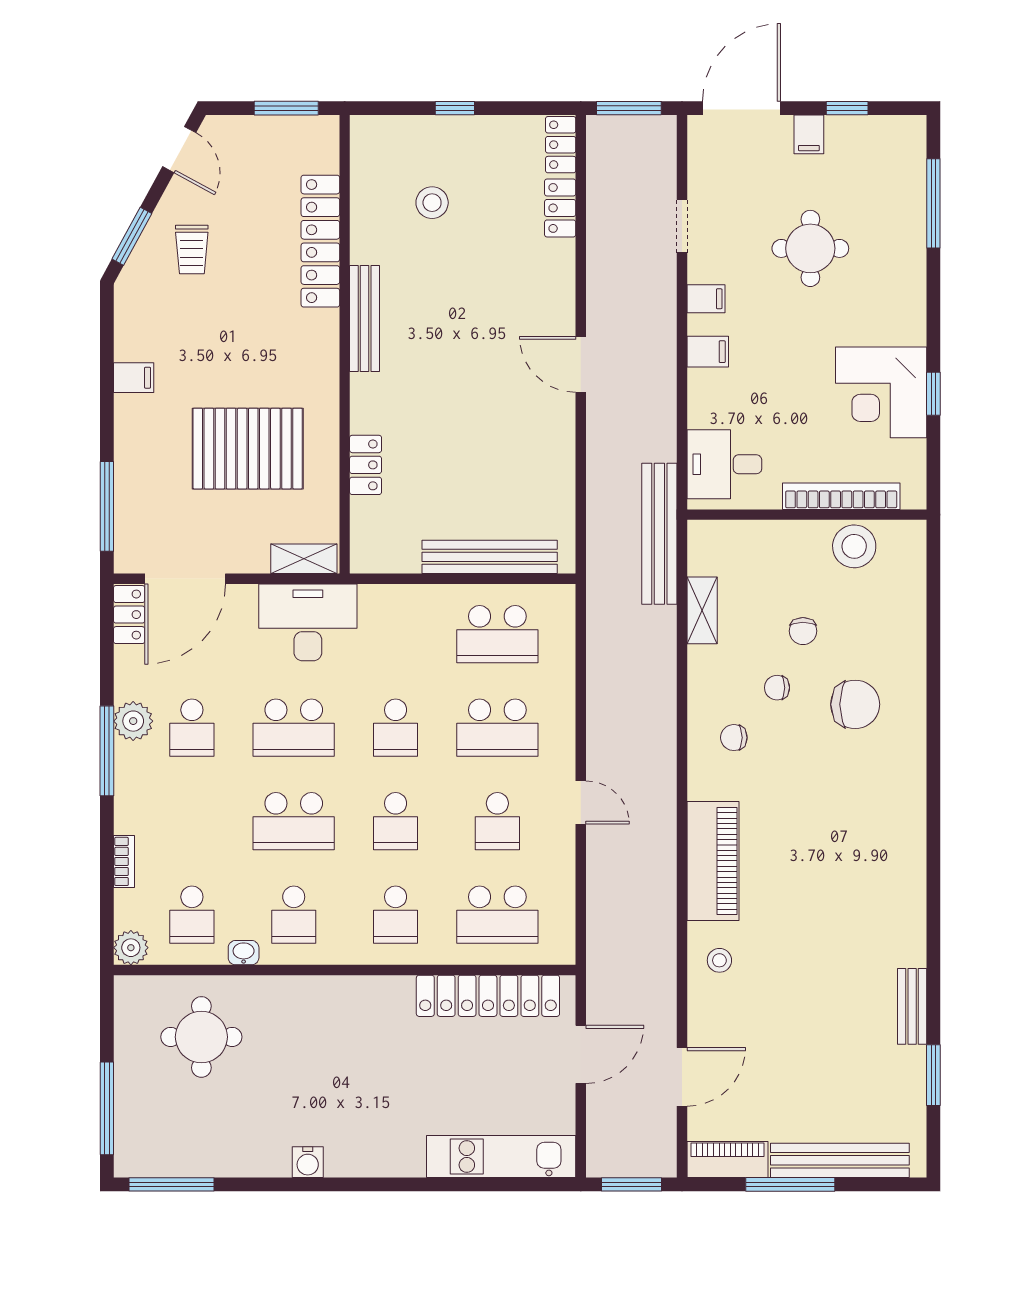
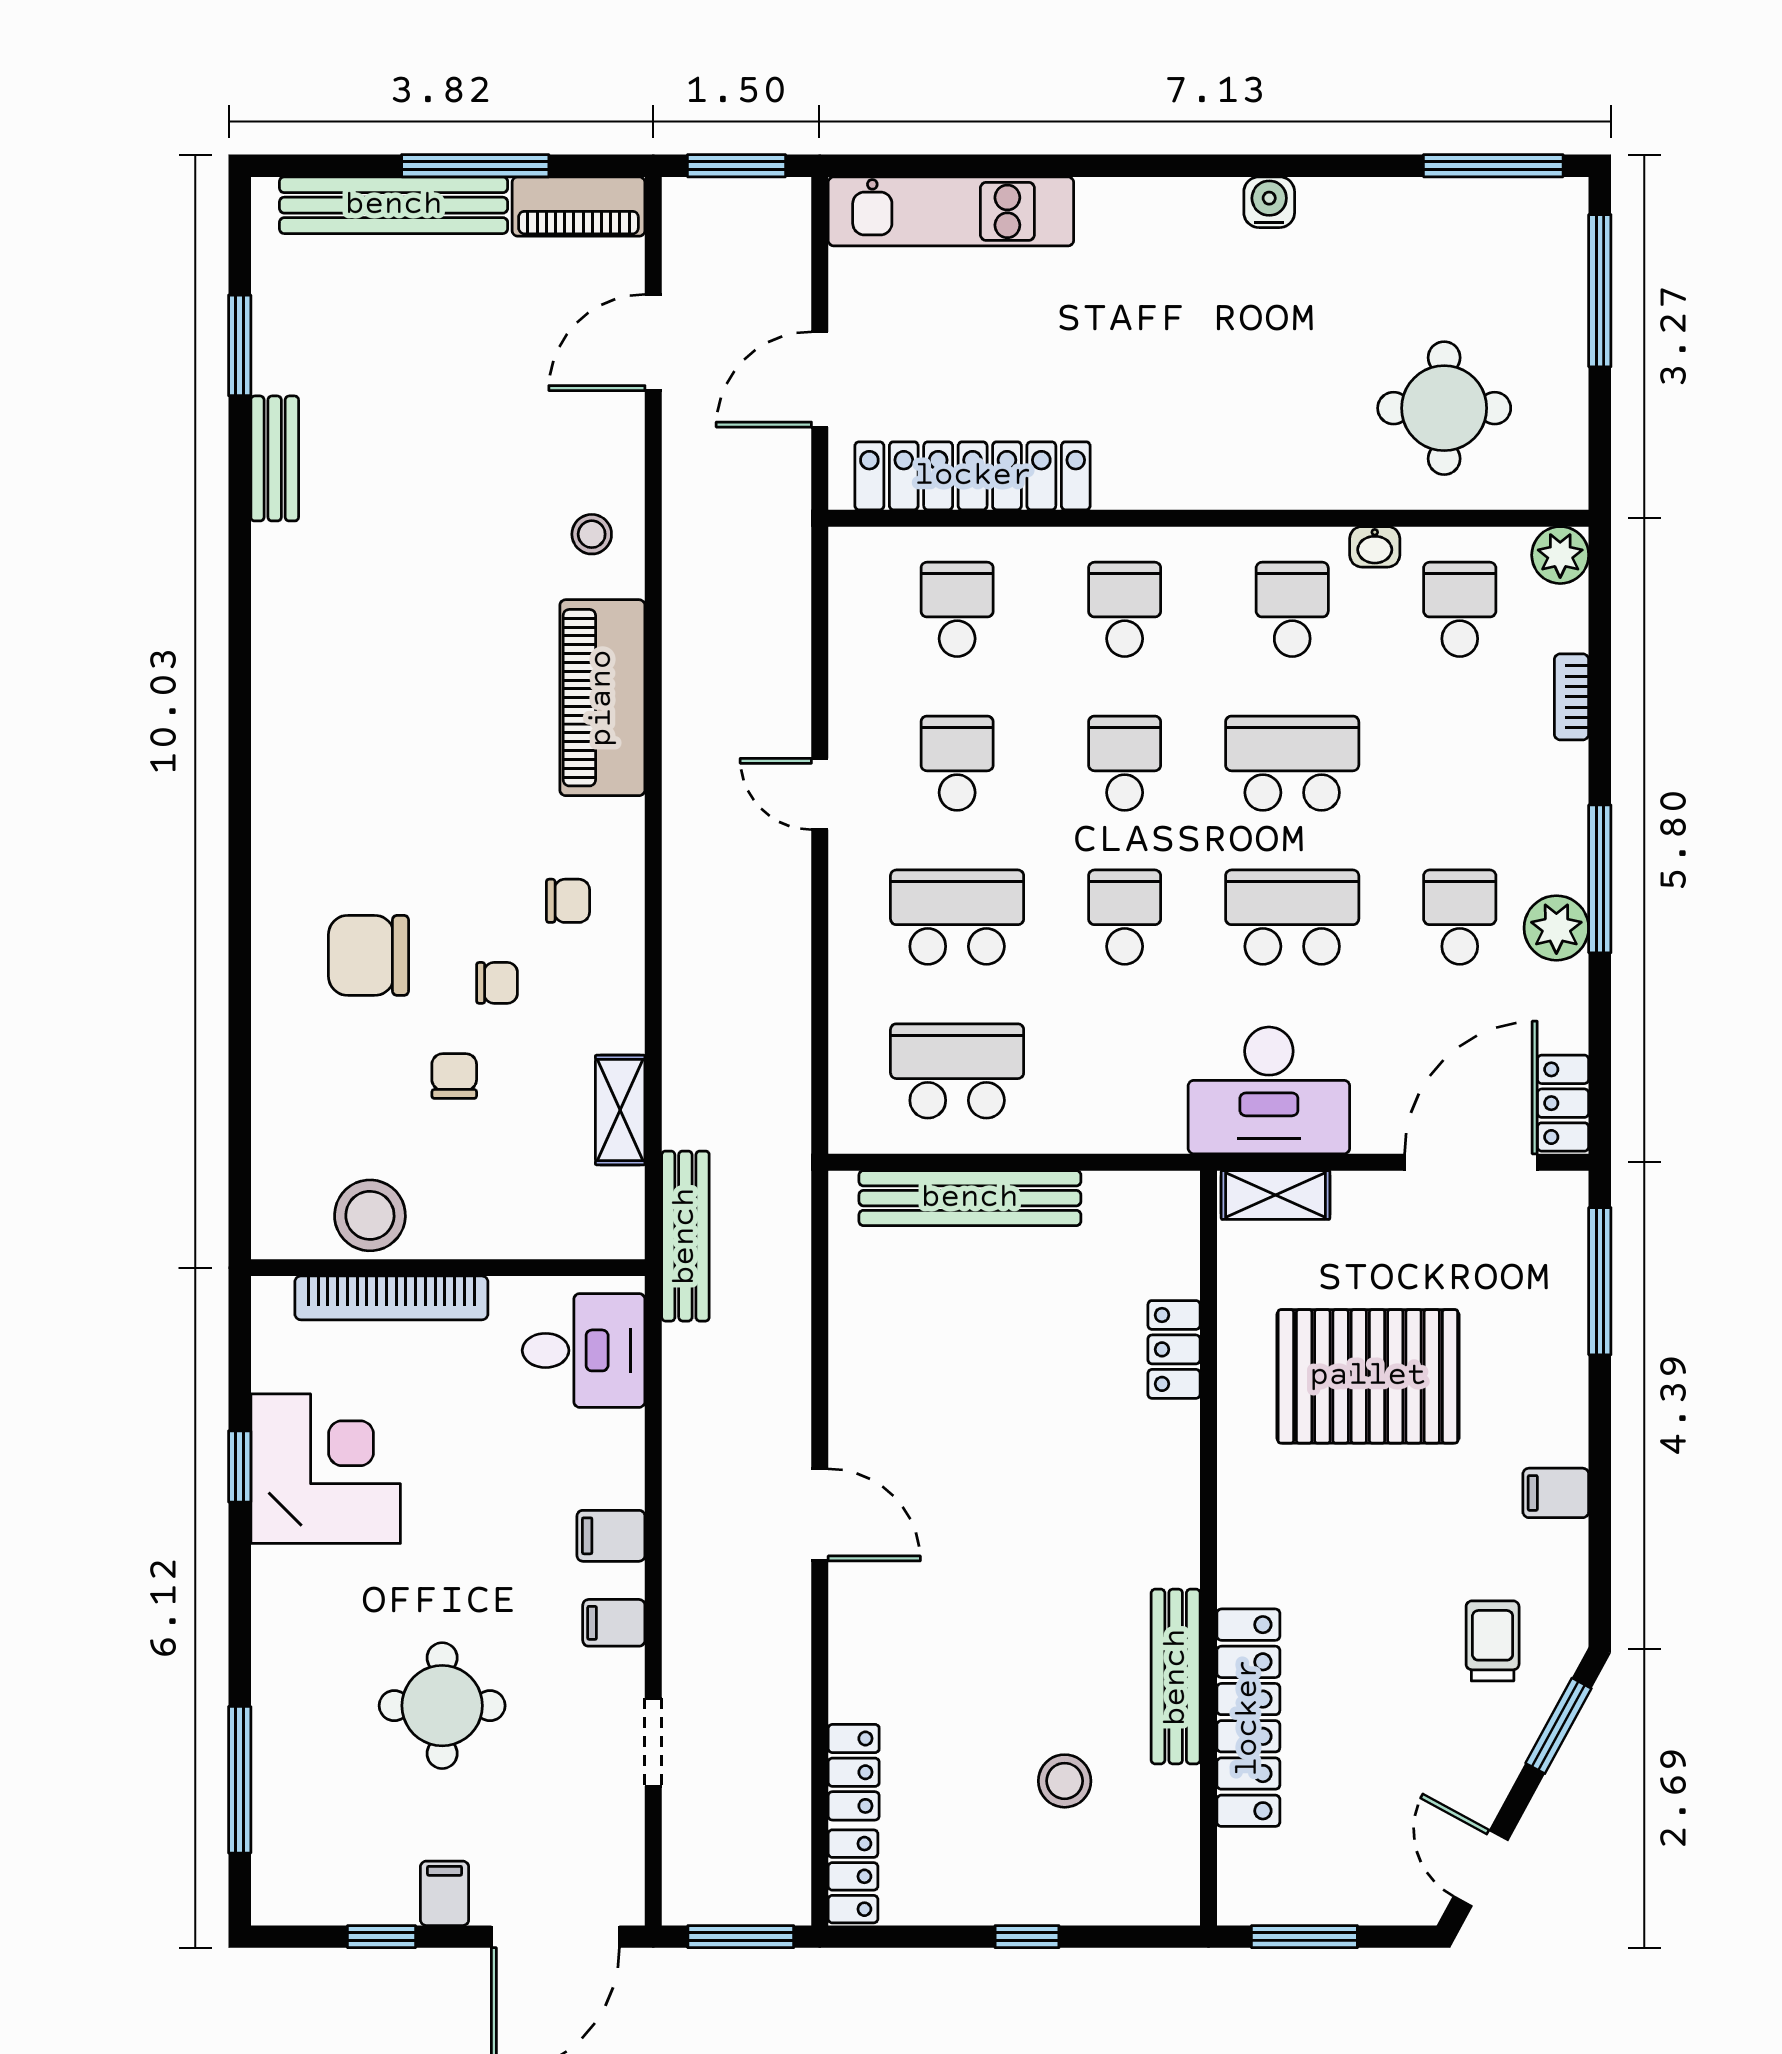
trolley: (192, 250) -> (1493, 1641), moved
bench: (365, 319) -> (1176, 1677), moved
bench: (659, 534) -> (685, 1236), width x0.73, depth x0.82
school desk: (497, 915) -> (957, 609), width x0.54

